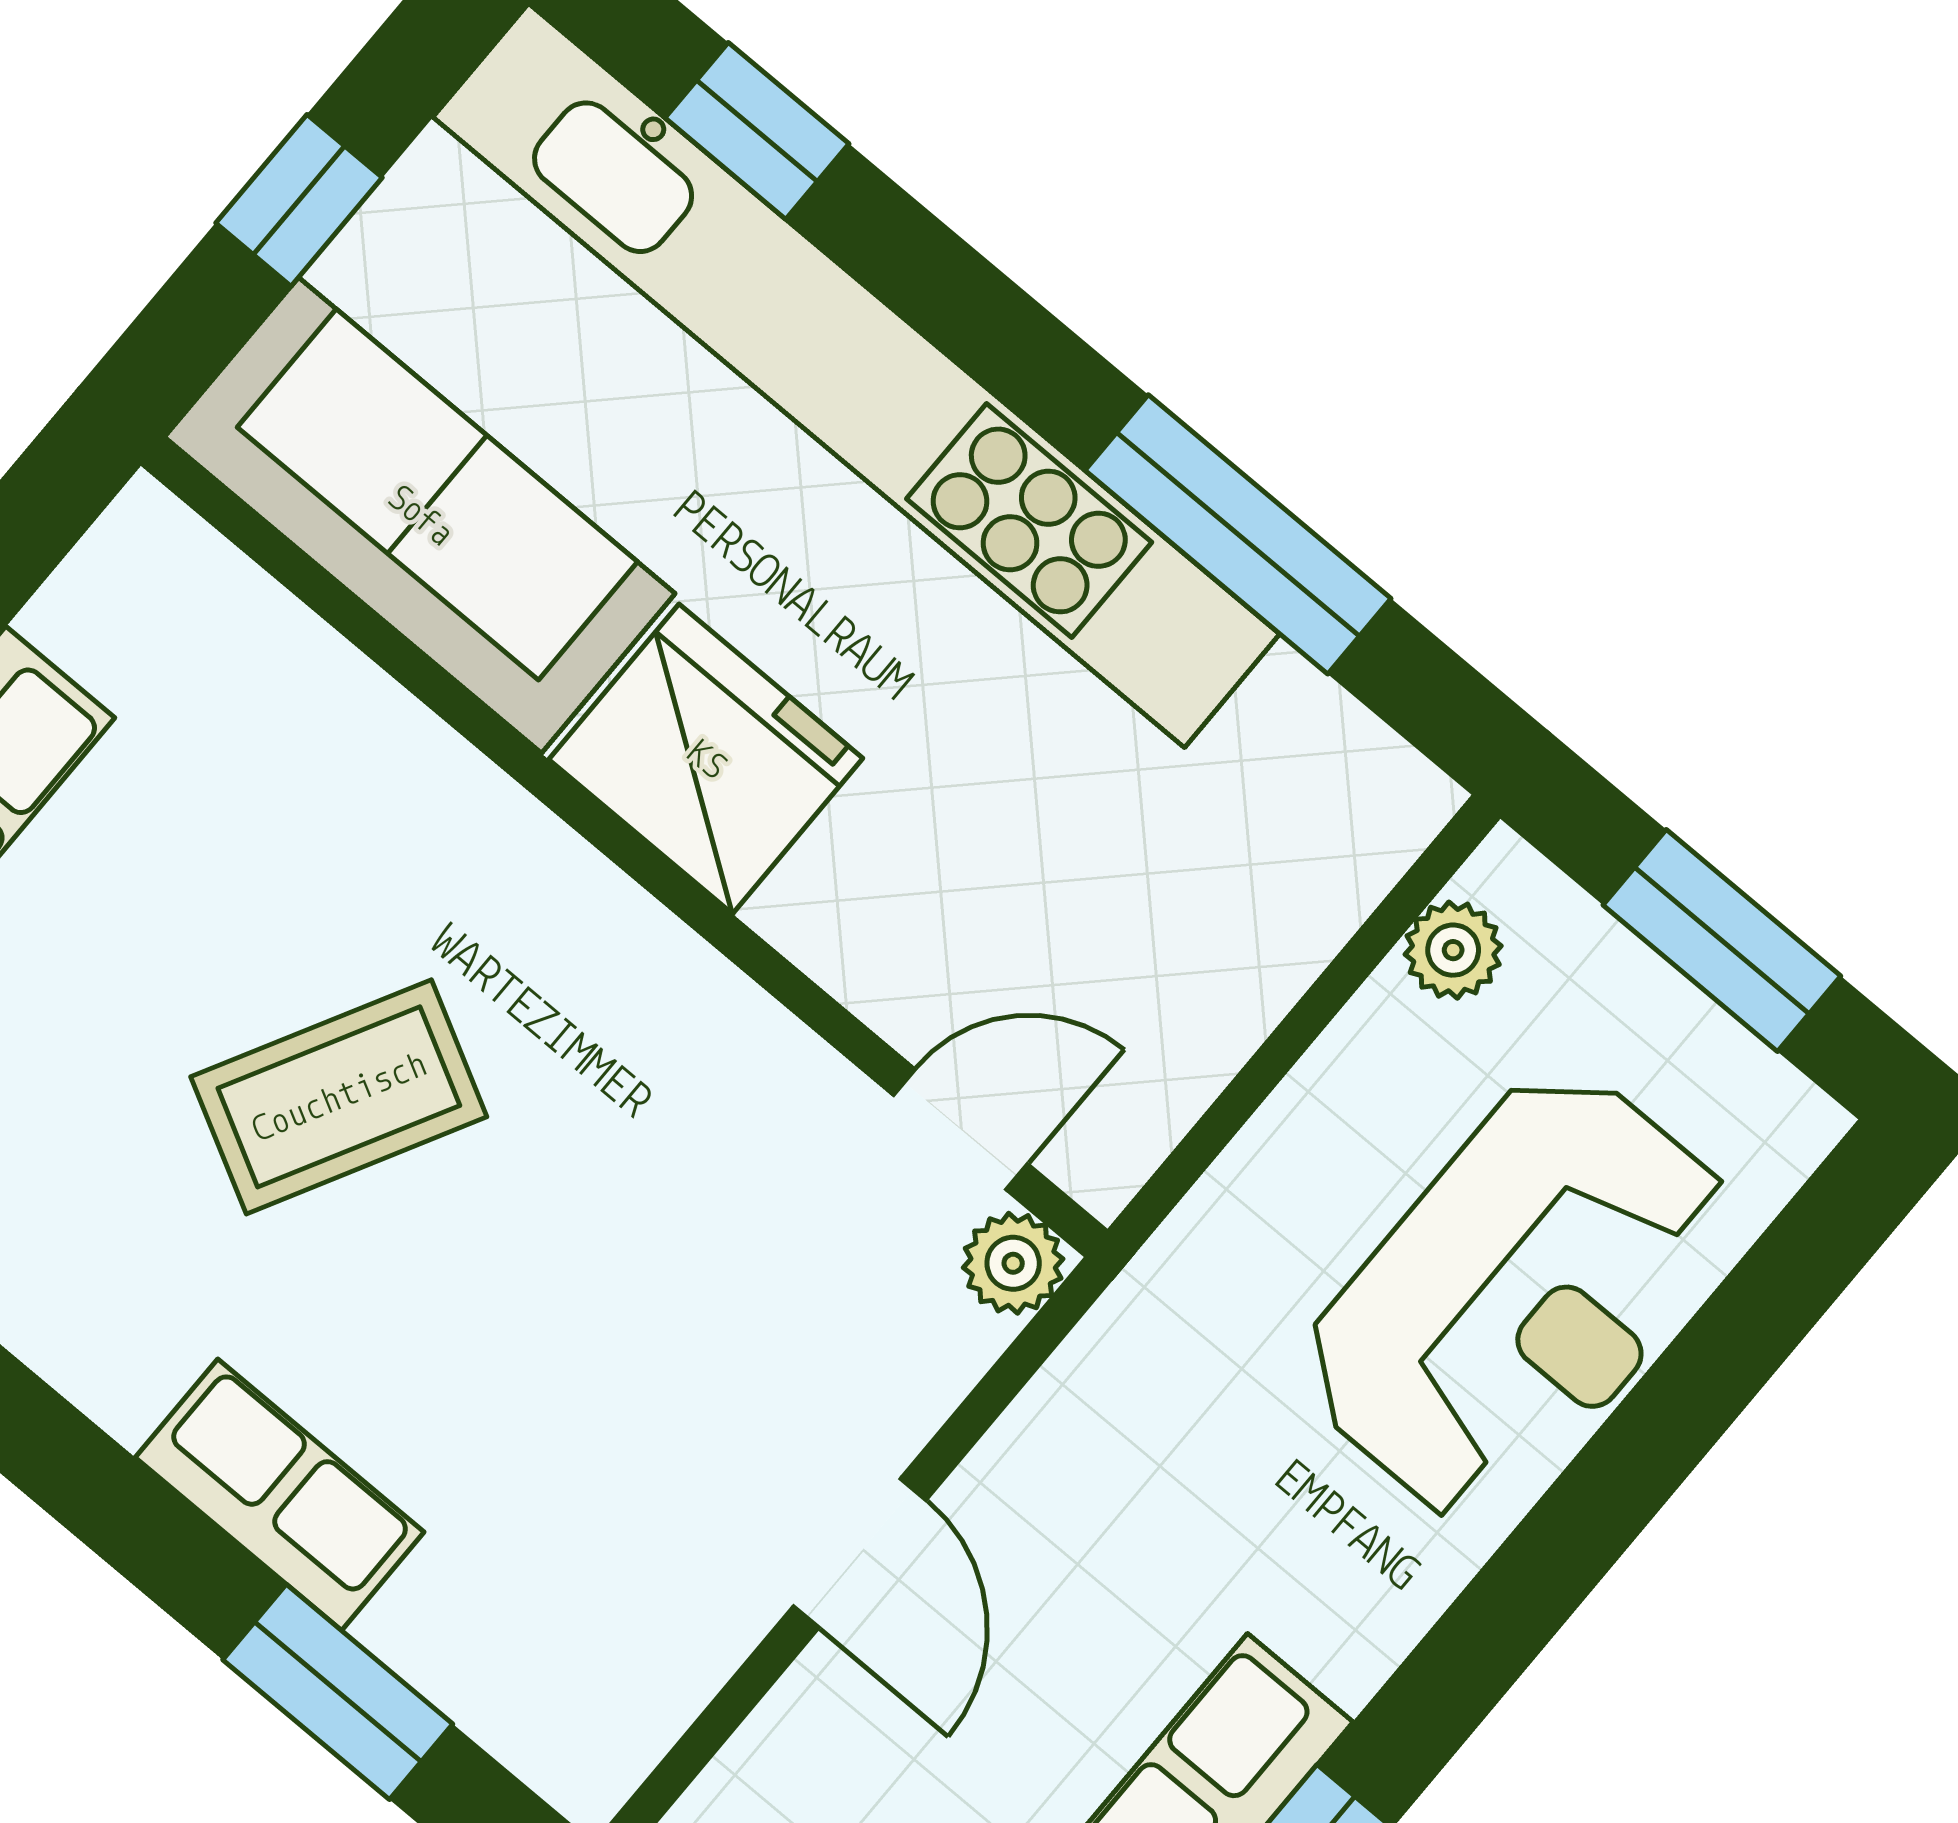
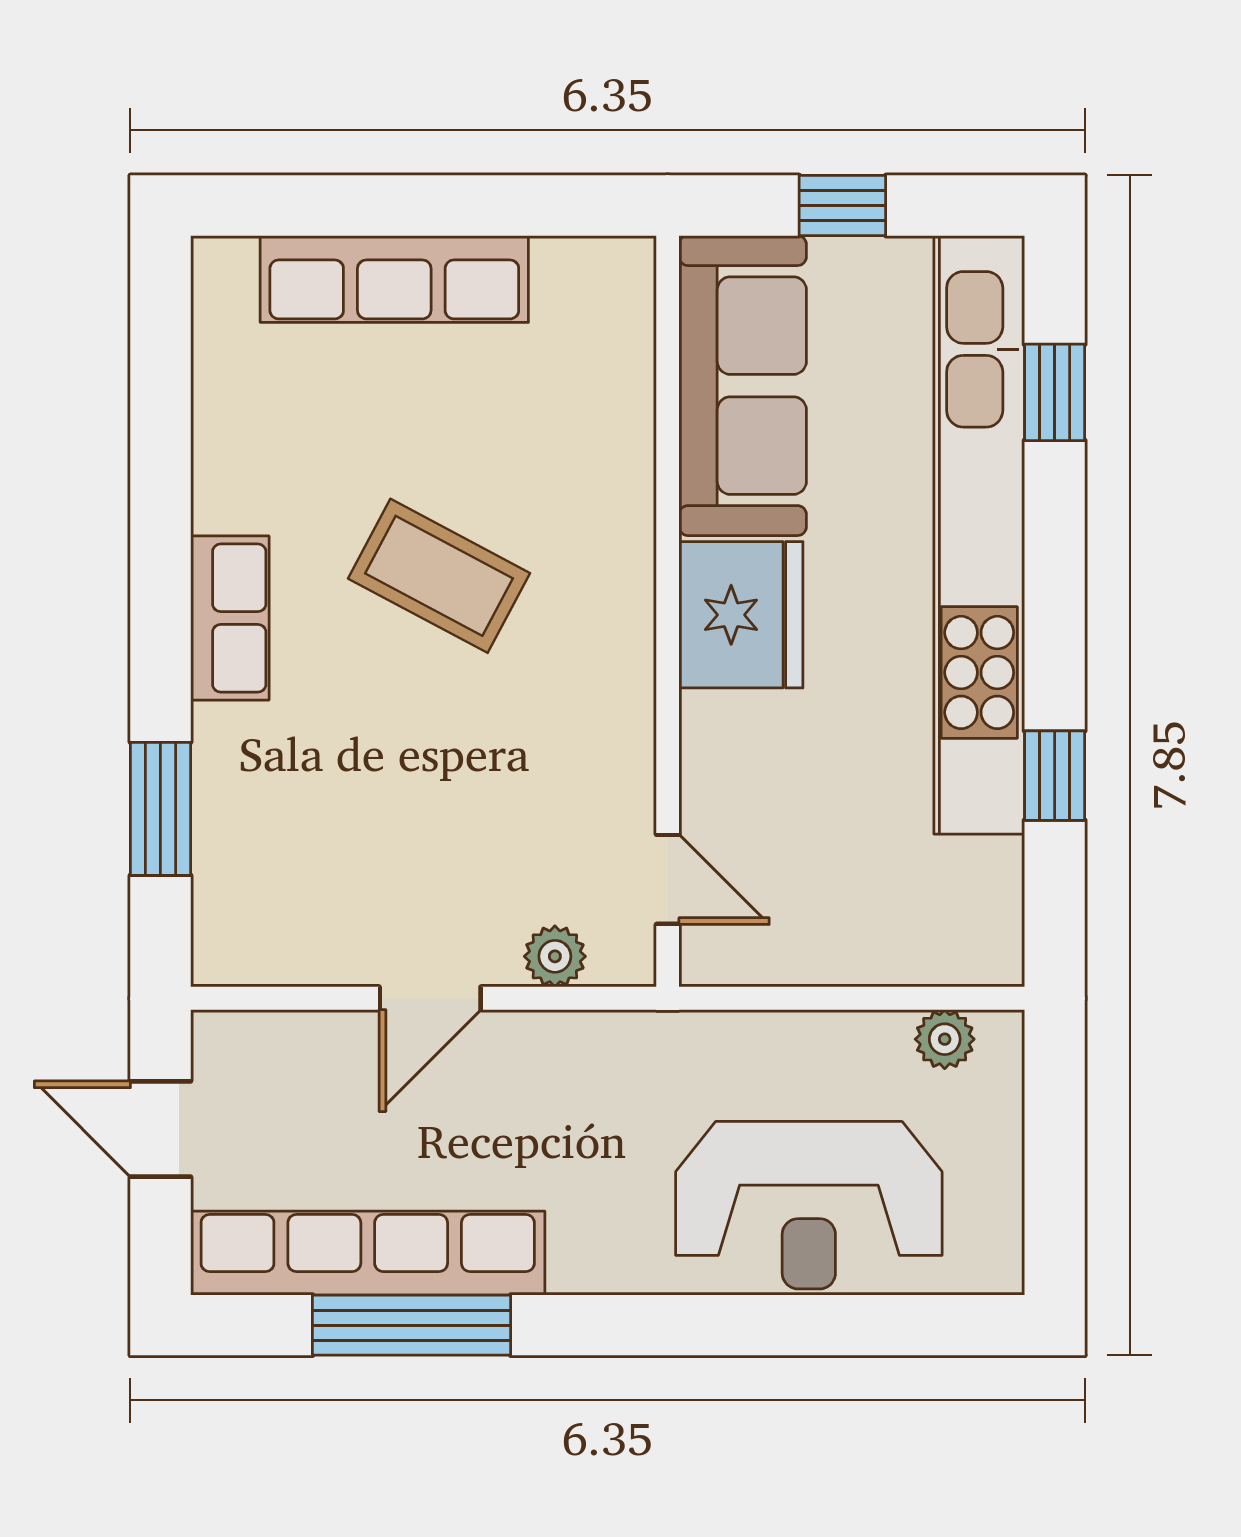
window: (1238, 534) -> (1055, 776), width x0.46
window: (1722, 940) -> (1055, 1161), removed
plant: (1013, 1263) -> (555, 956), moved
row of seats: (280, 1495) -> (230, 618), moved

